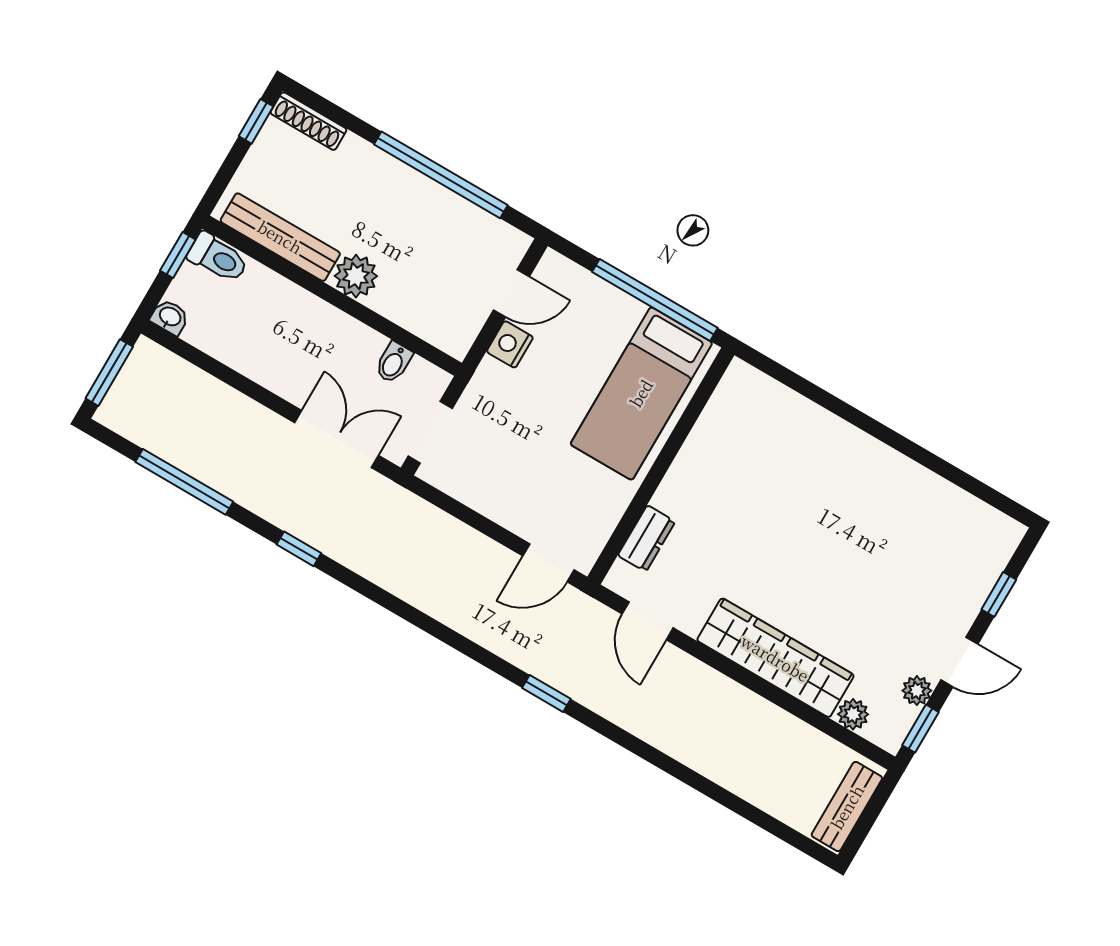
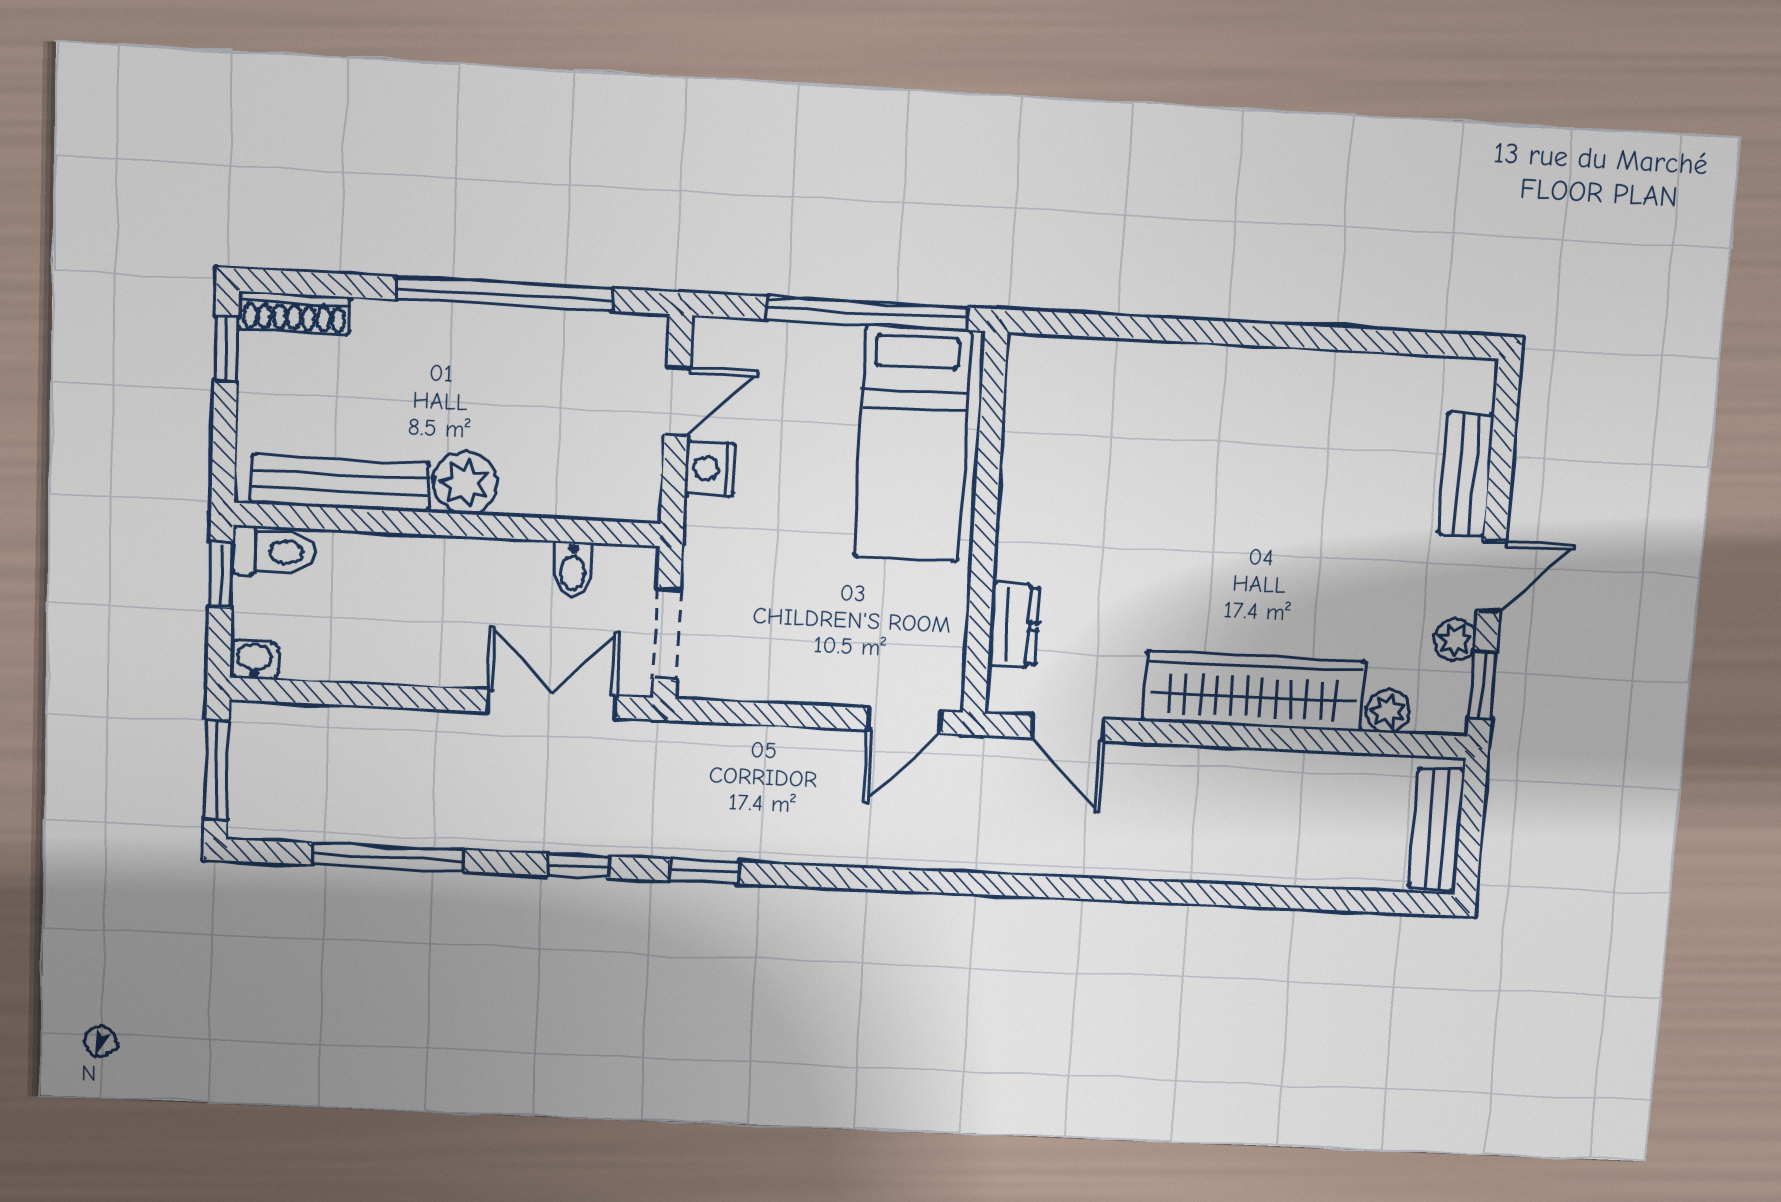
bench: (974, 589) -> (1466, 474), added
window: (999, 594) -> (1501, 465), removed
window: (546, 693) -> (703, 871), moved

